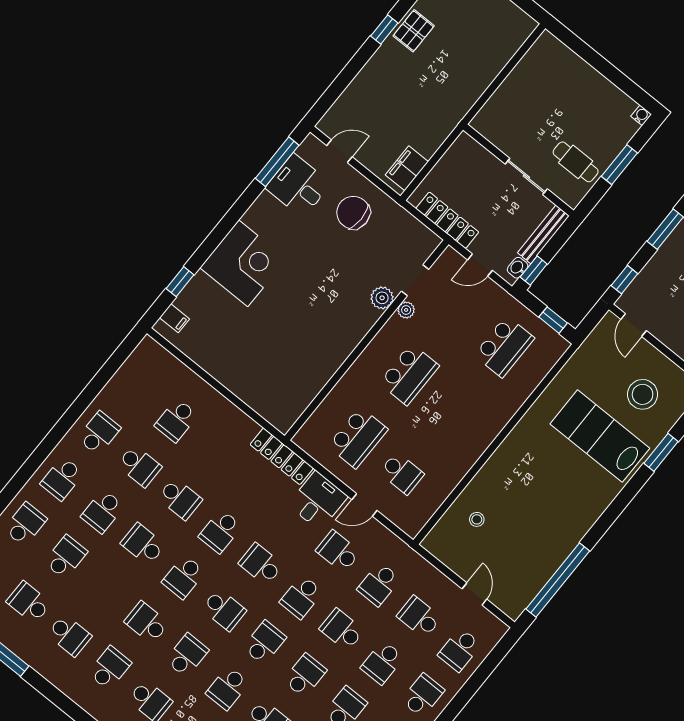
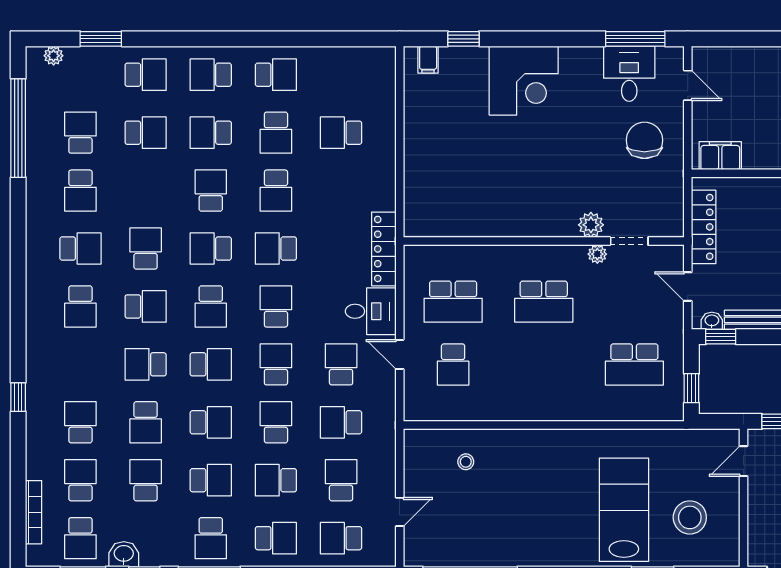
school desk: (301, 597) -> (276, 364), turned 90

